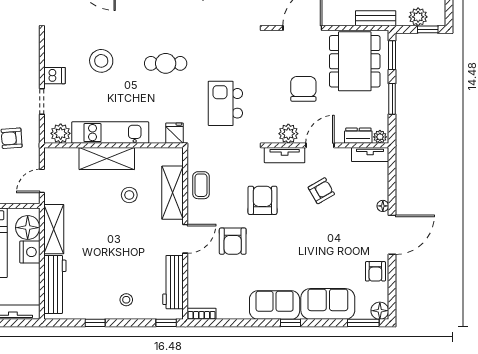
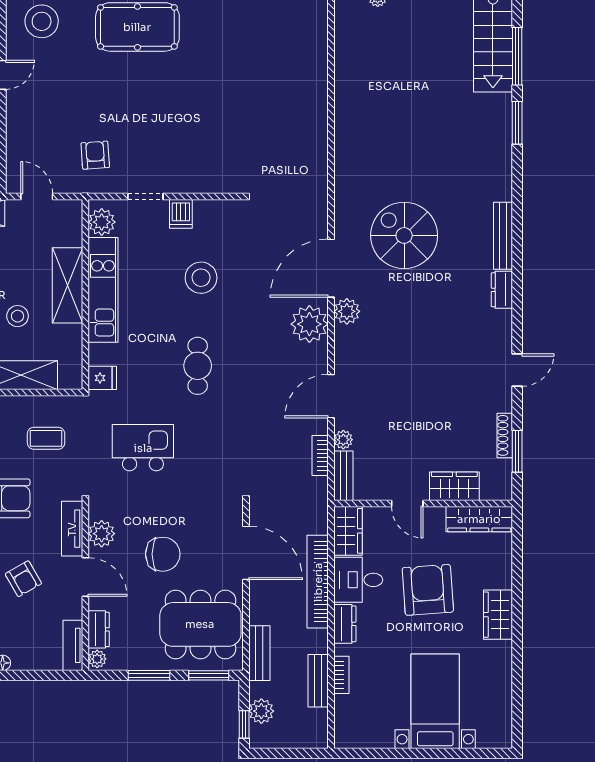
coffee table: (201, 185) -> (46, 438), moved

